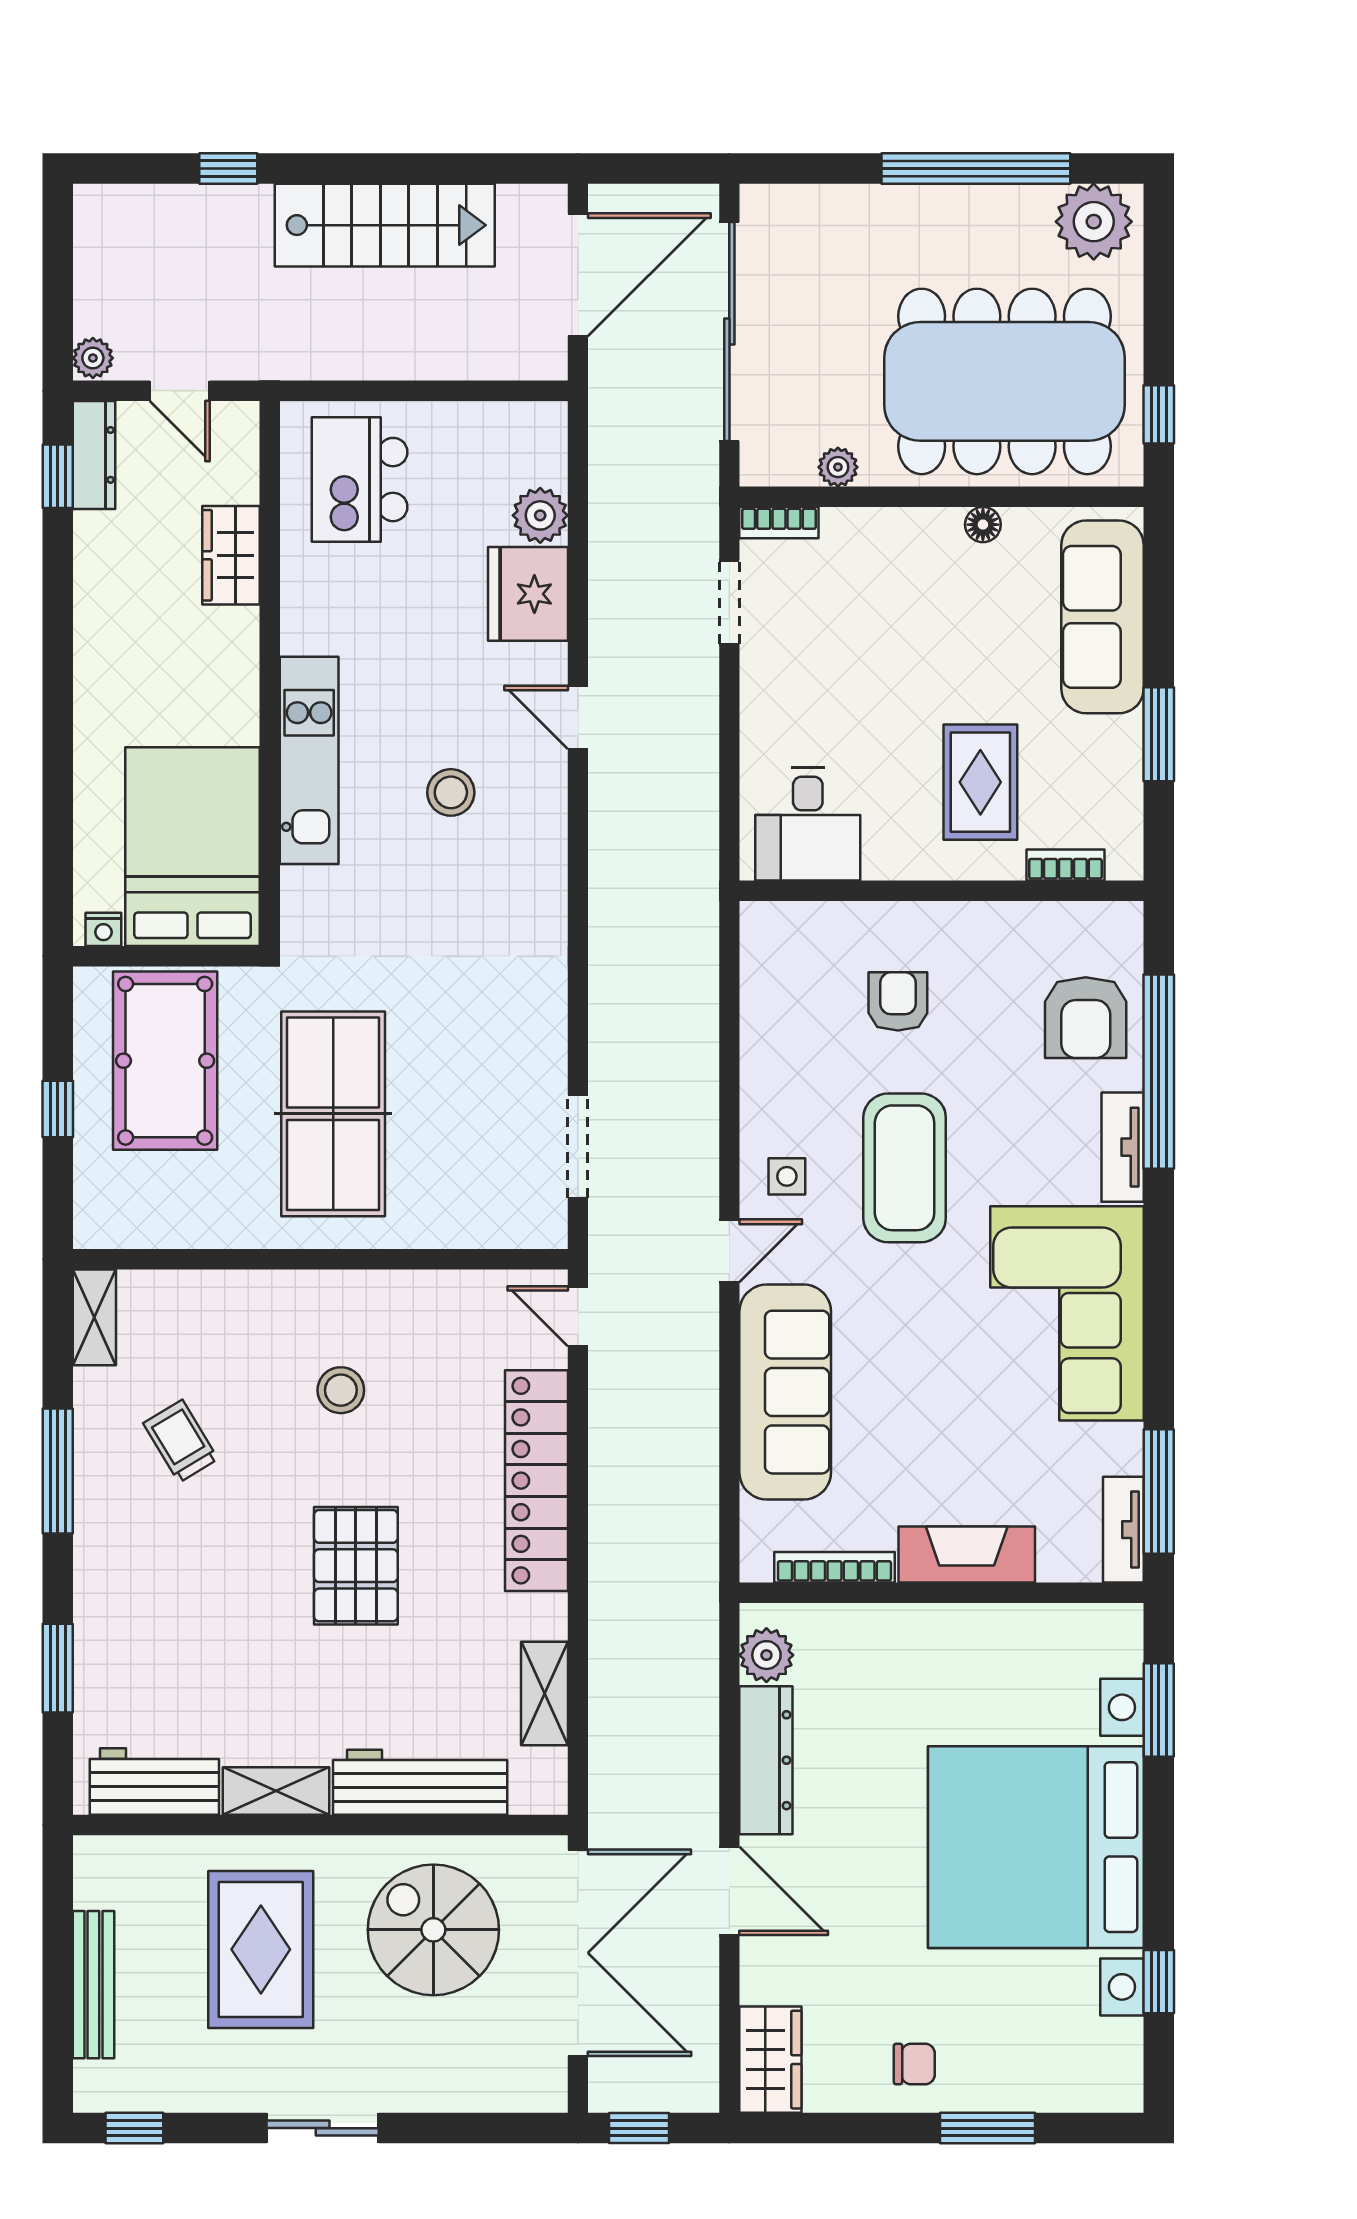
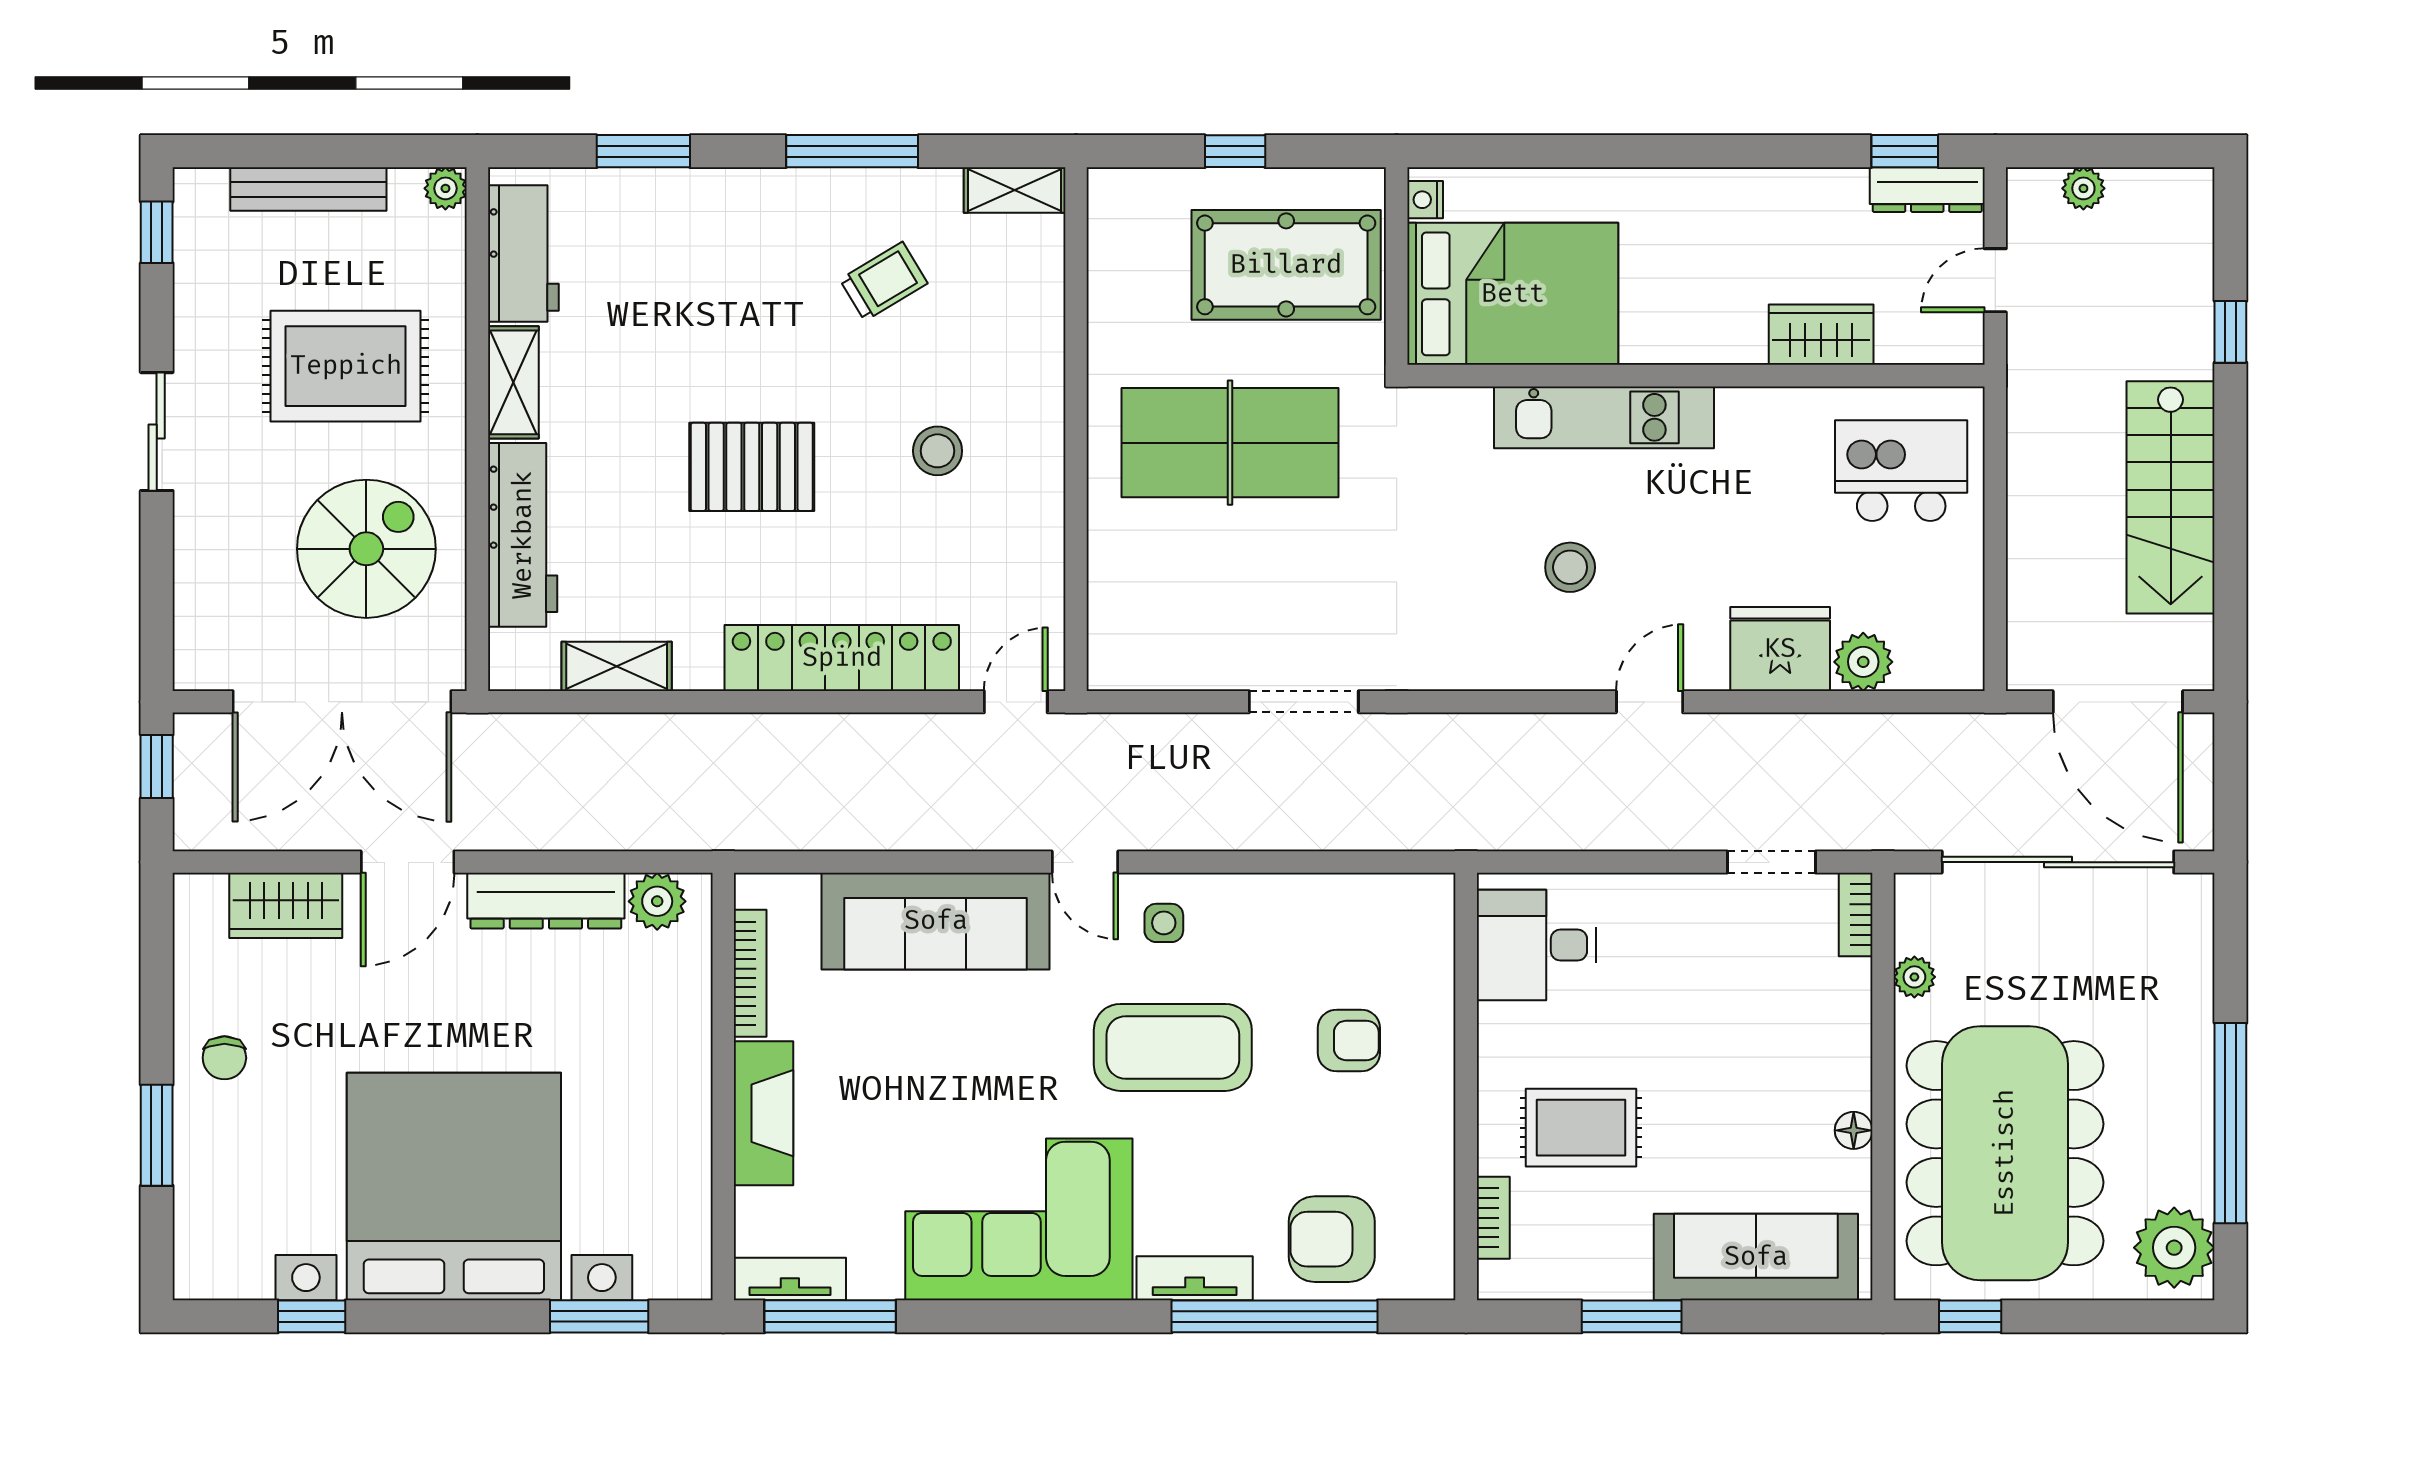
plant: (93, 358) -> (2083, 188), moved
doorway: (578, 1146) -> (1304, 702), moved
plant: (93, 1855) -> (445, 188), added
wardrobe: (770, 2060) -> (286, 905), moved

